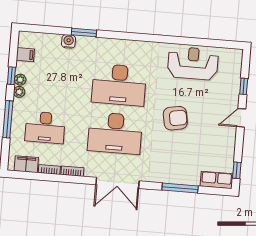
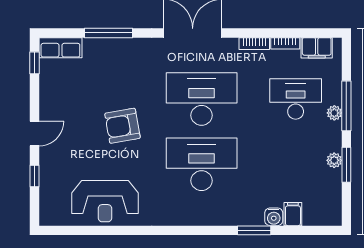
filing cabinet: (25, 55) -> (293, 214), moved, turned 90
window: (11, 76) -> (346, 165), width x1.50
plant: (19, 92) -> (334, 113), moved

